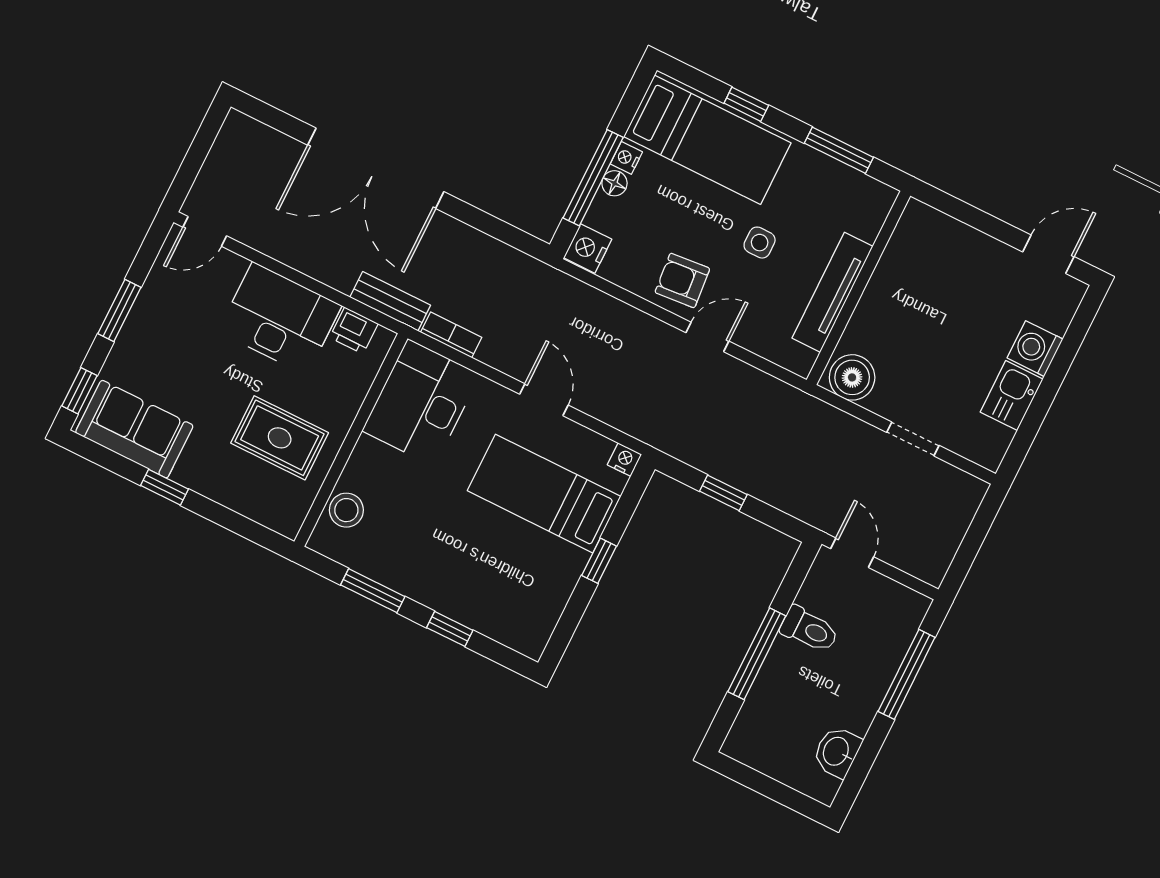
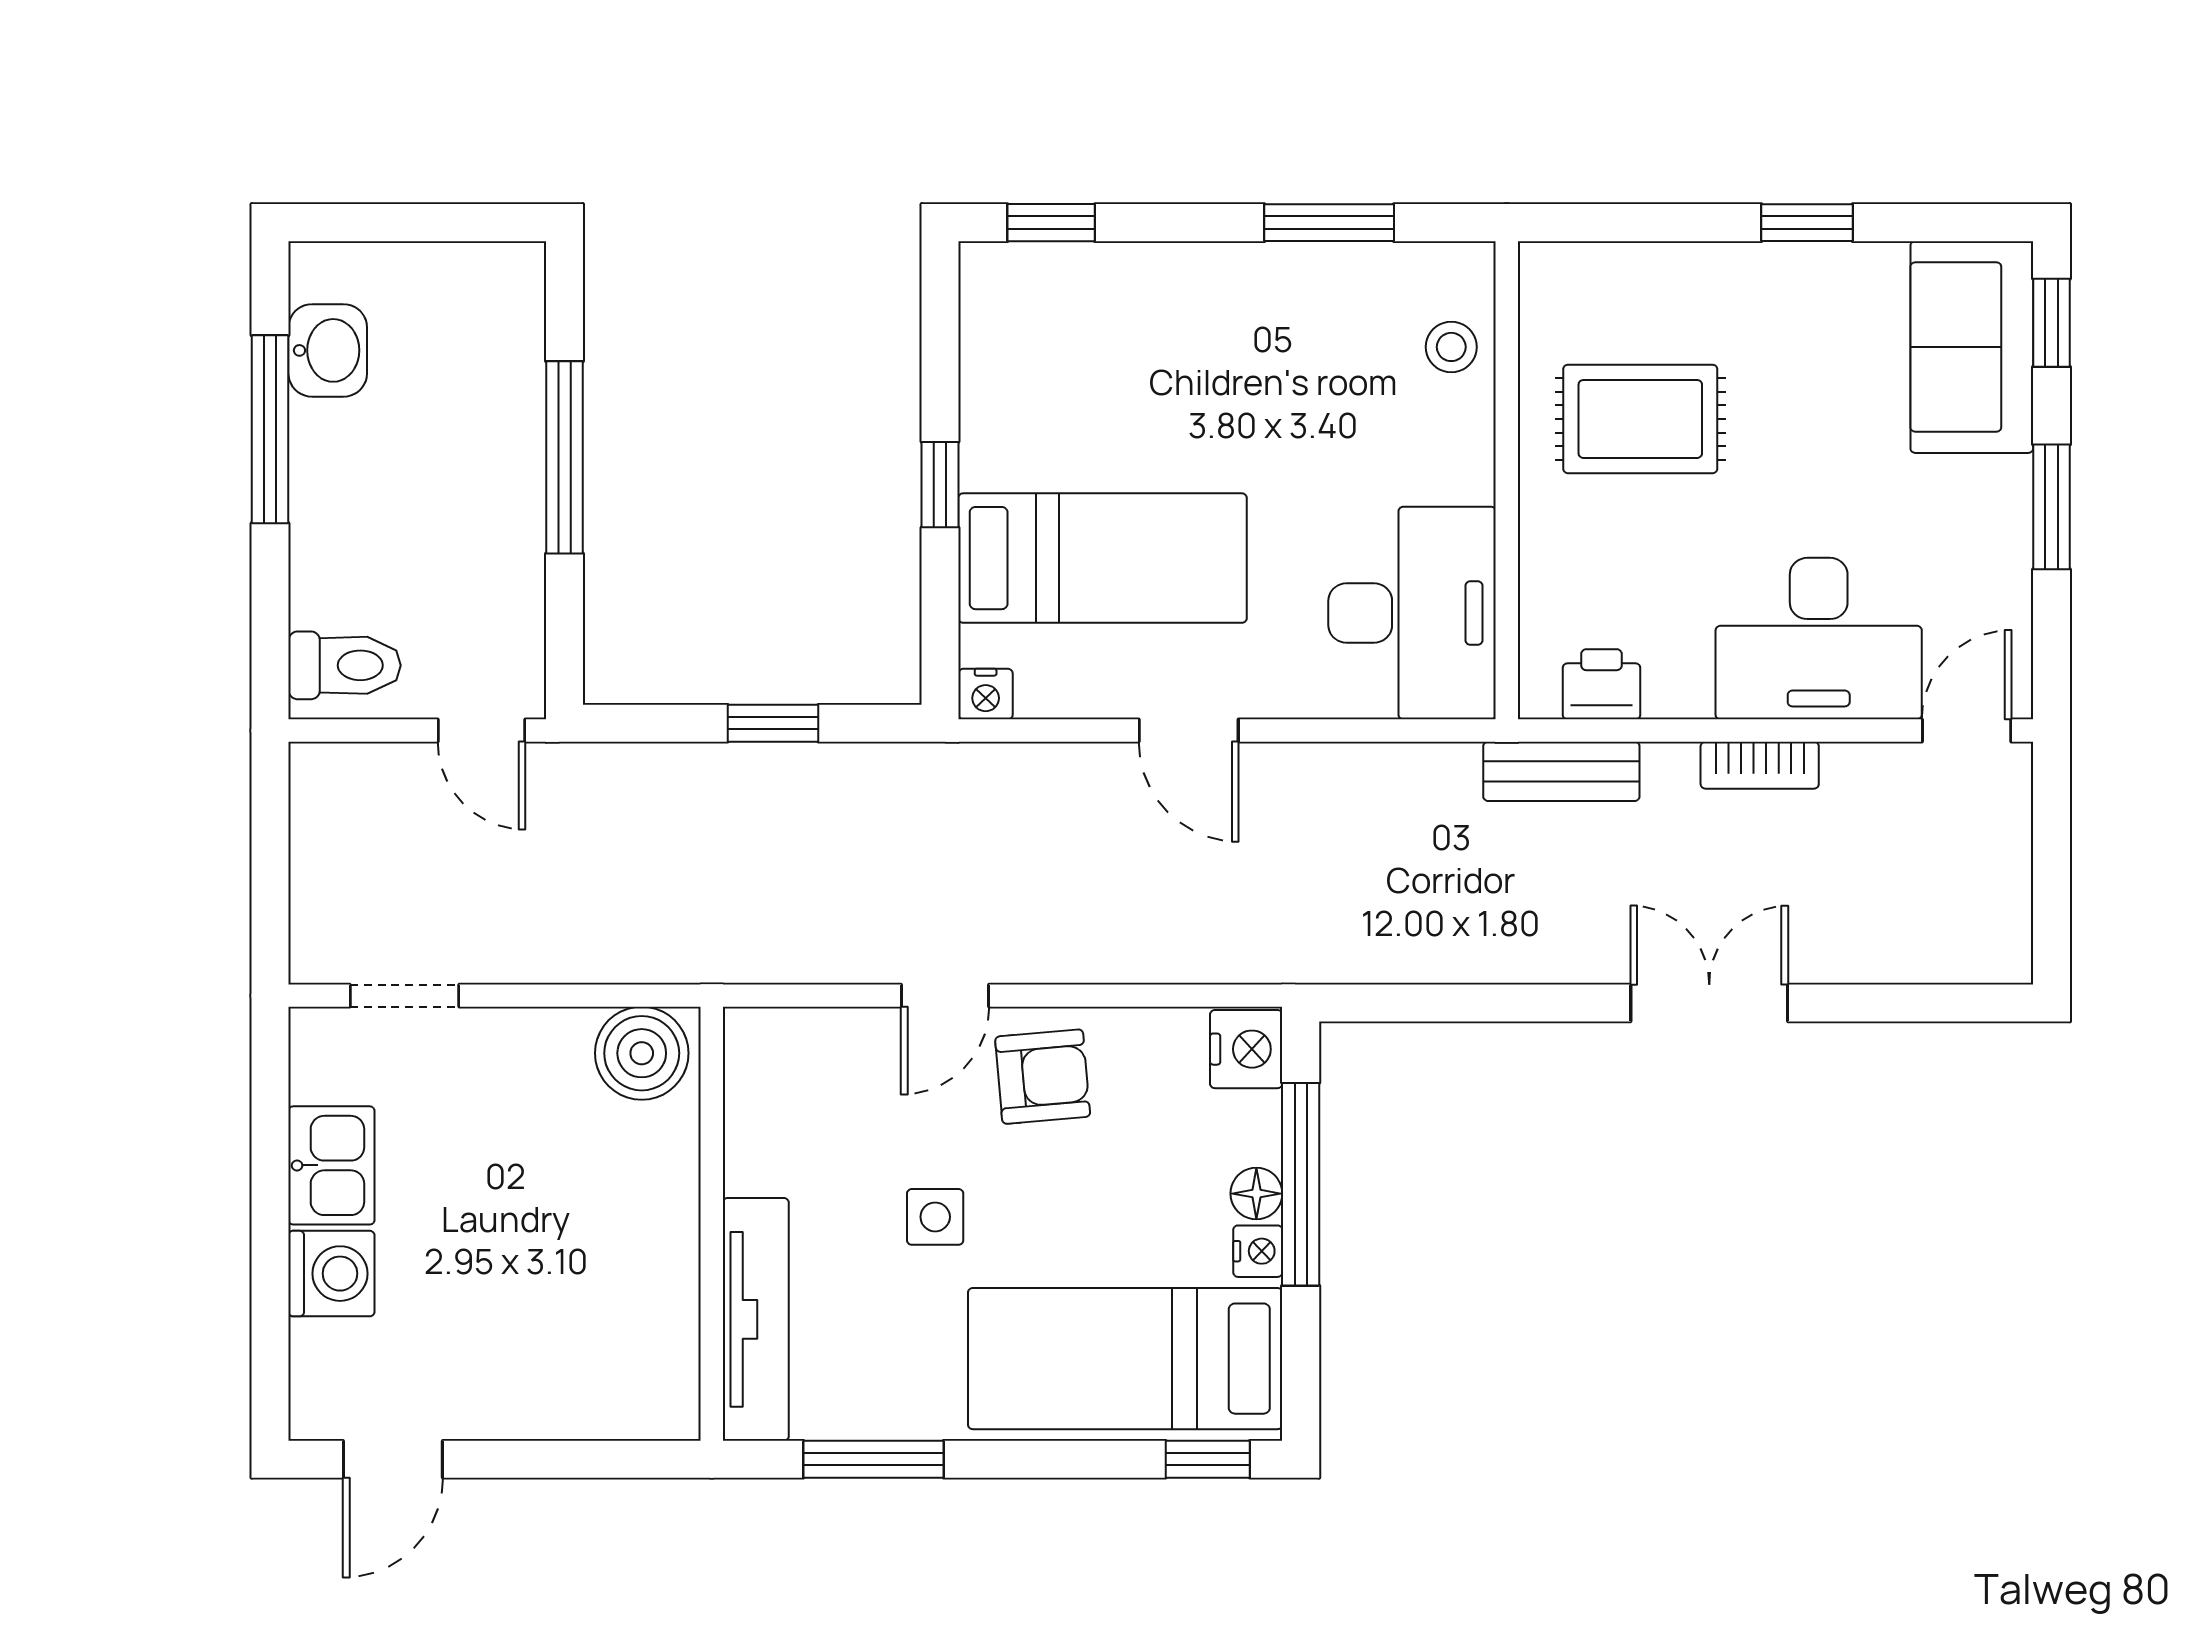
window: (746, 104) -> (1208, 1459), moved
double door: (376, 168) -> (1709, 1003), width x0.54
tv unit: (832, 292) -> (756, 1319), moved
desk: (280, 319) -> (1819, 639), moved
bookcase: (451, 335) -> (1760, 765), moved
sofa: (134, 429) -> (1972, 347), moved, turned 90
doorway: (913, 439) -> (404, 996), moved
stool: (346, 510) -> (1451, 347), width x0.73, depth x0.73
window: (450, 629) -> (1051, 223), moved
toilet: (809, 630) -> (345, 665), moved, turned 180
window: (907, 674) -> (270, 429), moved

